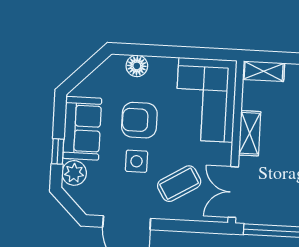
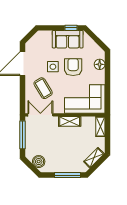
window: (58, 151) -> (71, 28), moved
plant: (74, 173) -> (46, 36), removed

